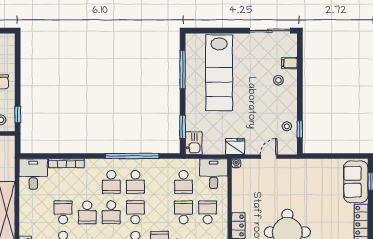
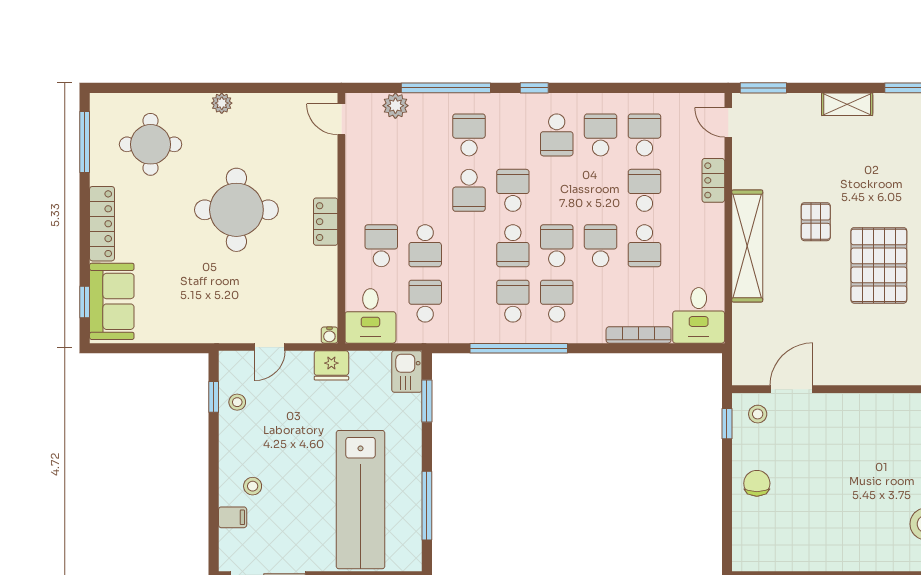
lab bench: (219, 73) -> (361, 500), turned 180
school desk: (208, 212) -> (381, 246), turned 180

